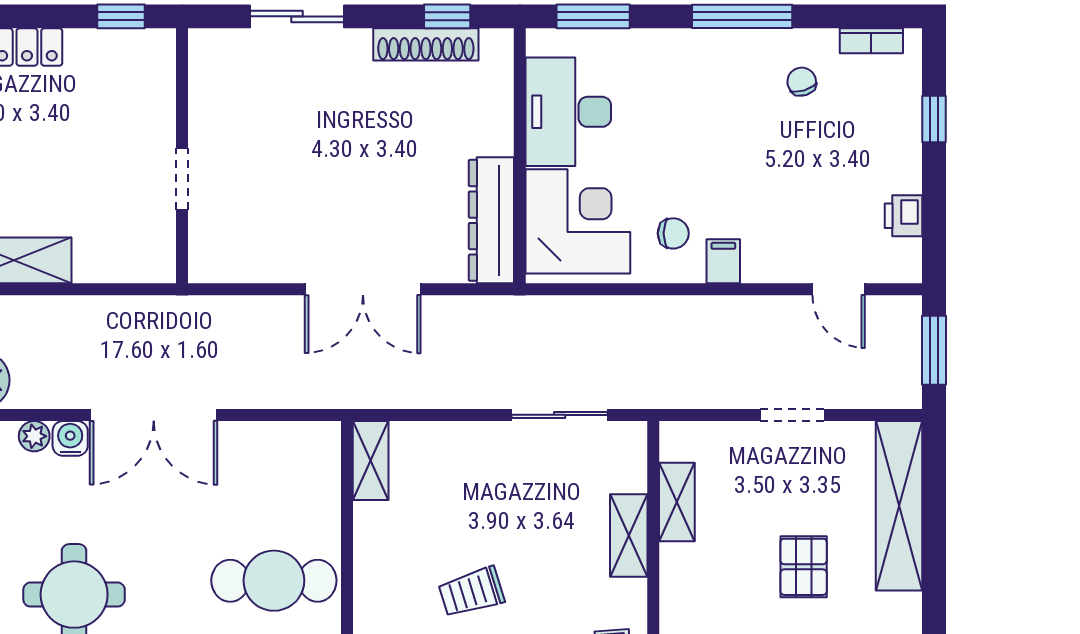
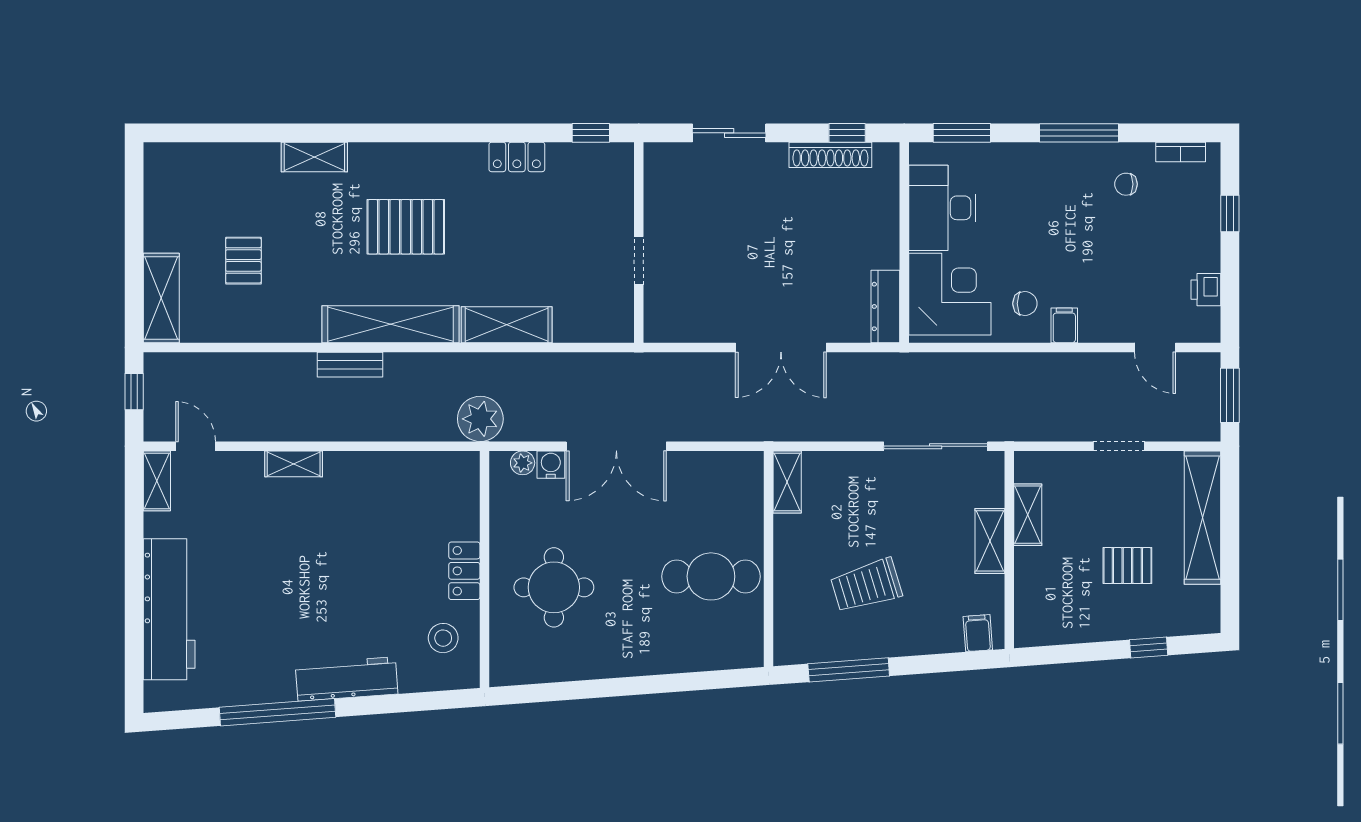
chair: (802, 82) -> (1126, 184), turned -73
dresser: (491, 220) -> (885, 306), width x0.73, depth x0.80
sliding door: (560, 415) -> (936, 446), width x1.37
pallet: (804, 567) -> (1127, 566), turned 90
trolley: (471, 592) -> (866, 585), width x1.36, depth x1.39

